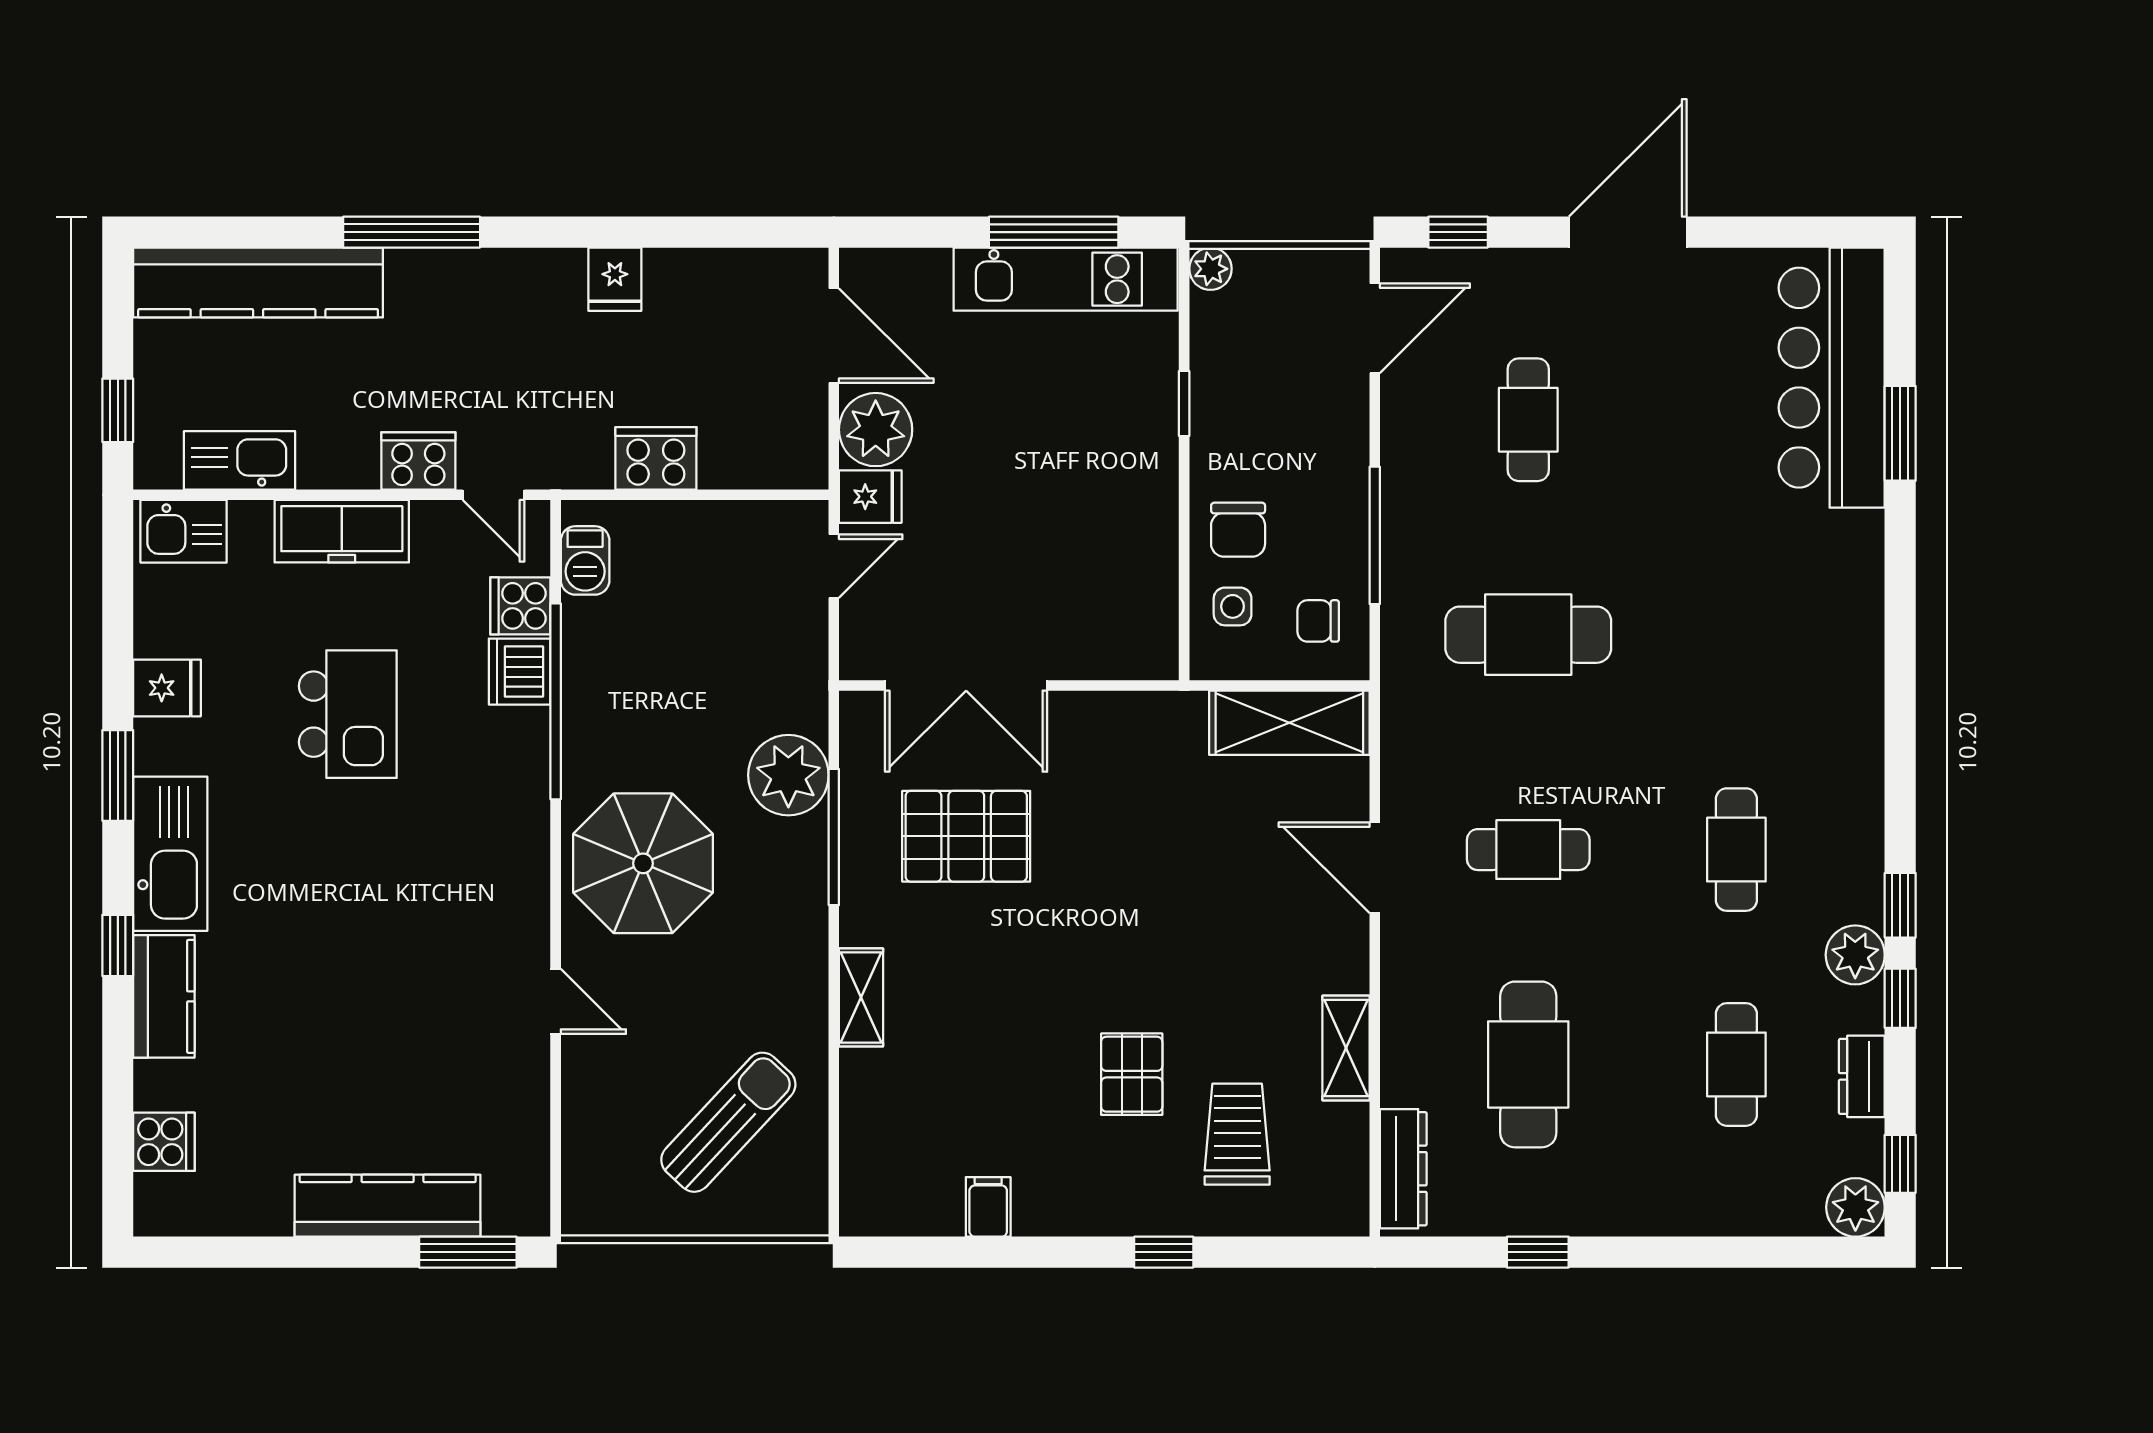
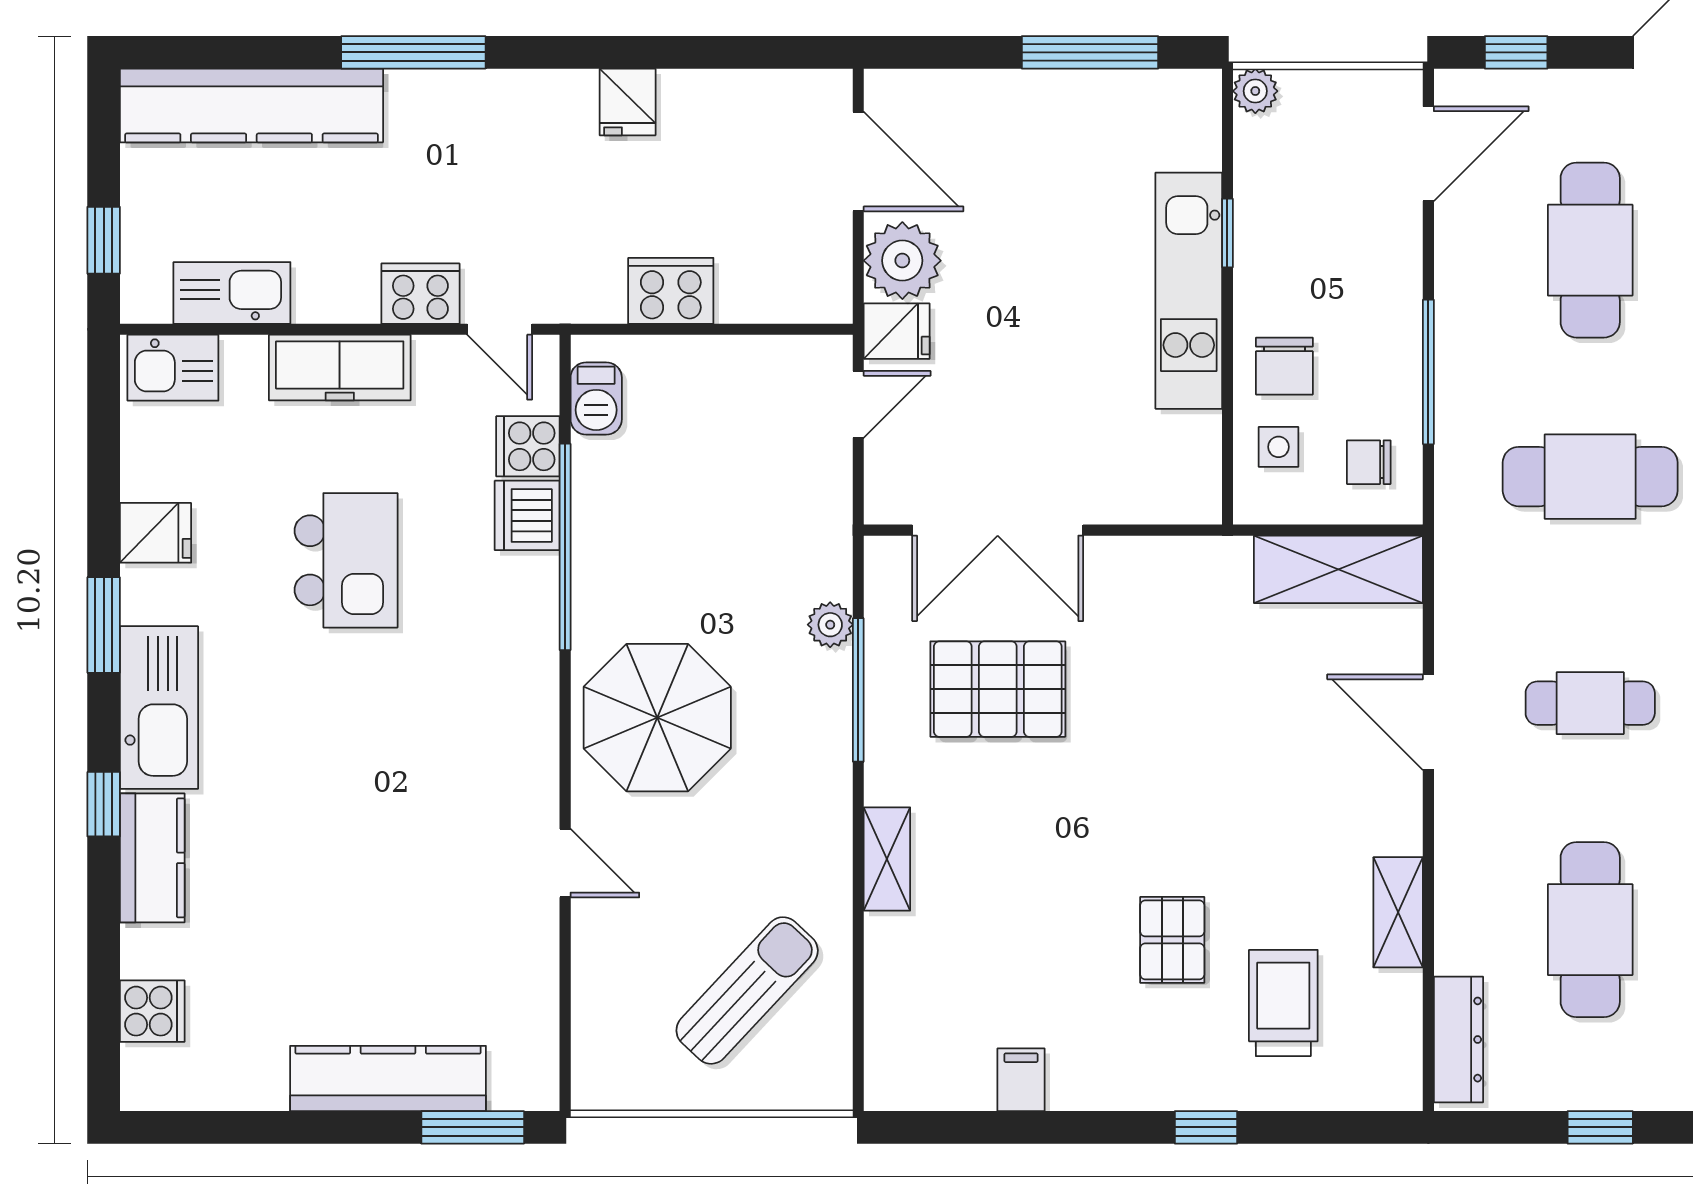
kitchen unit: (1066, 279) -> (1189, 291), moved, turned 90
cafe table: (1528, 420) -> (1590, 250), width x1.37, depth x1.35
plant: (788, 775) -> (830, 625), width x0.53, depth x0.53

